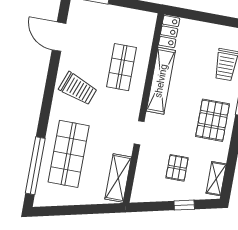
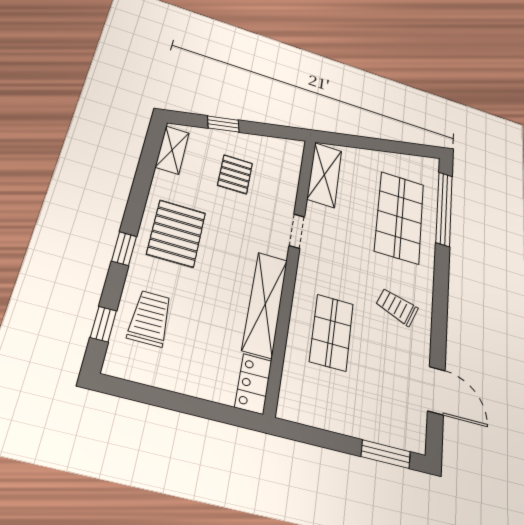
trolley: (78, 89) -> (397, 307), width x0.73, depth x0.72

